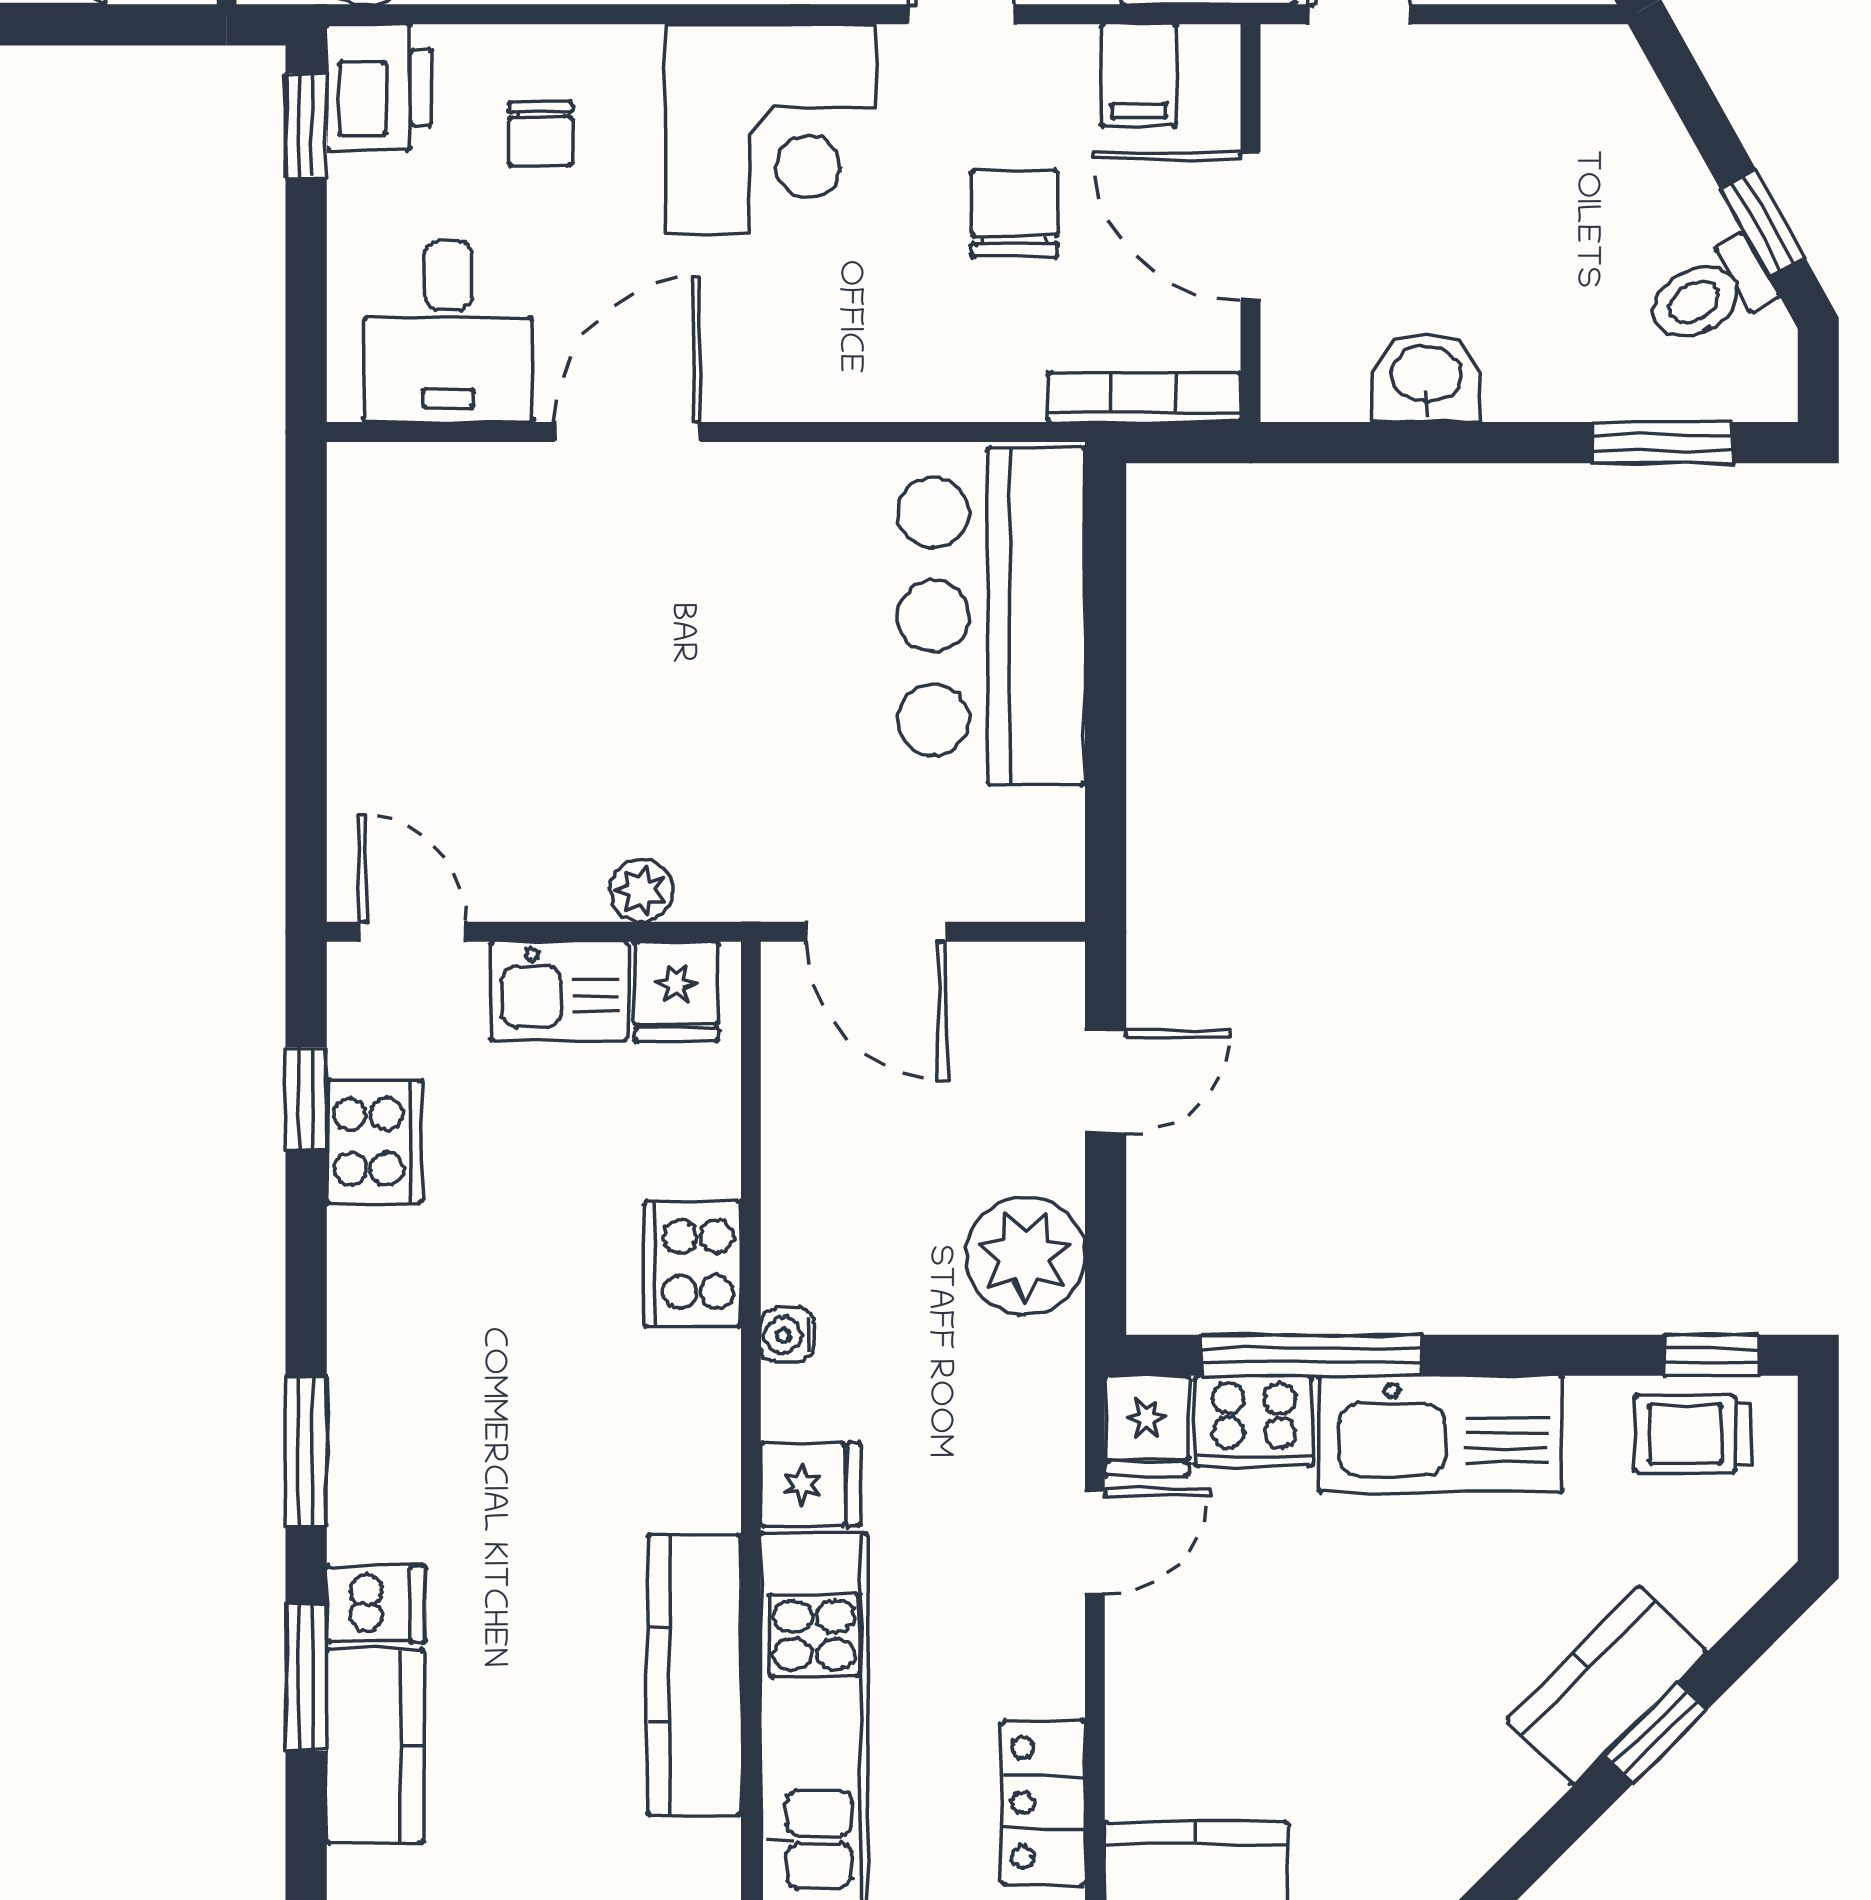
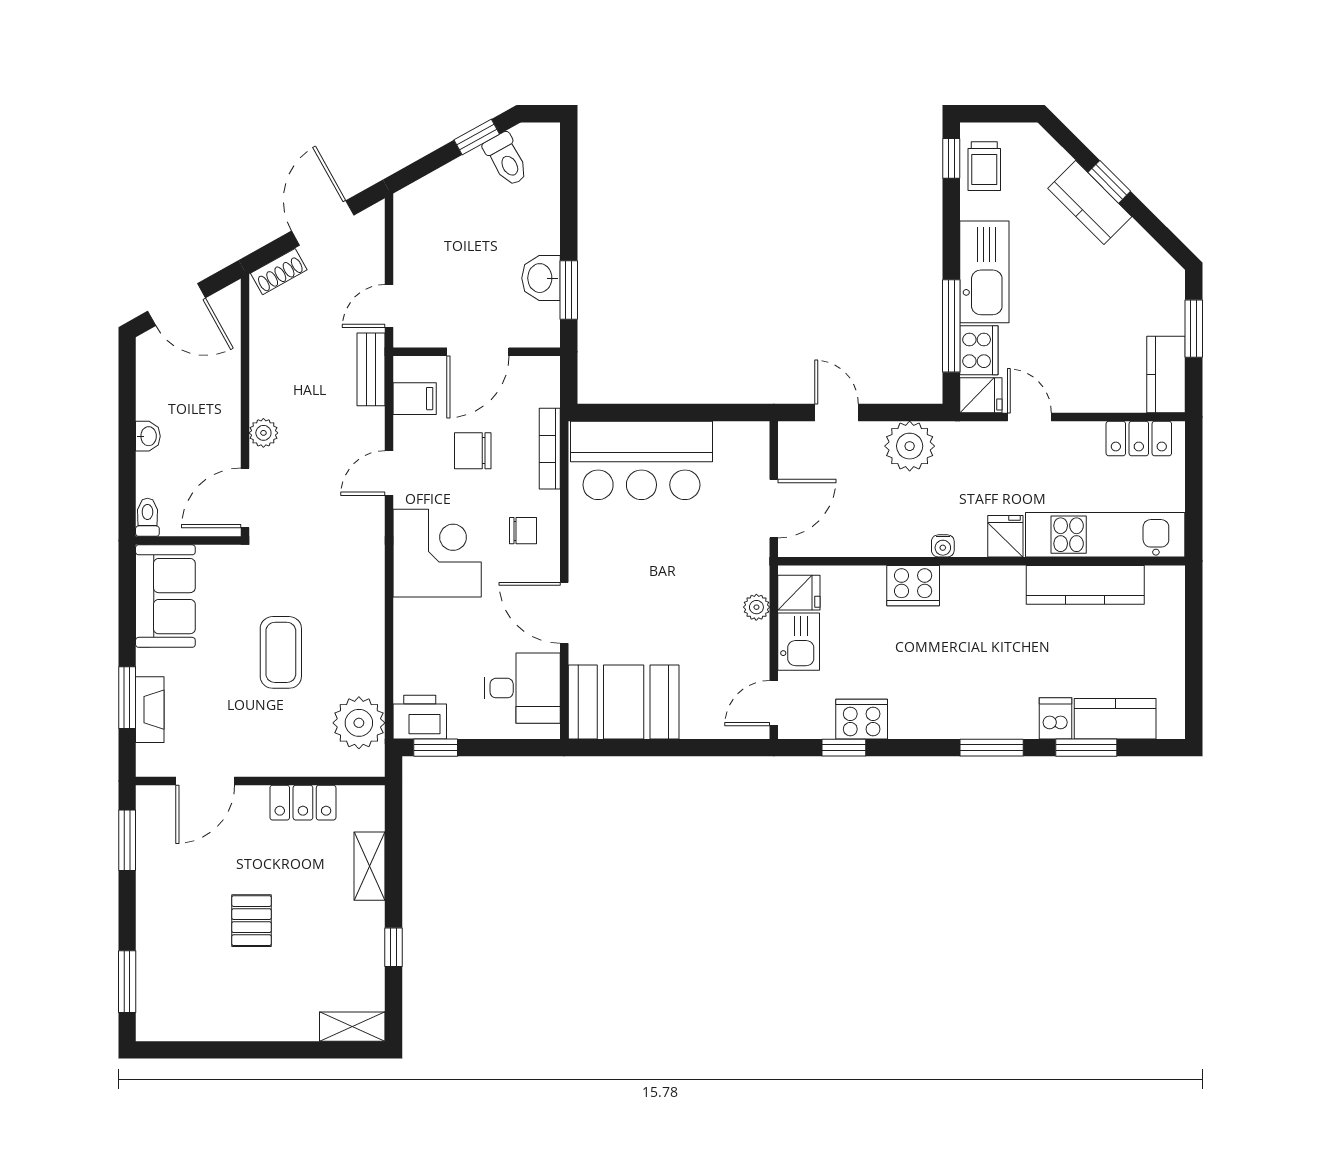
chair: (540, 134) -> (523, 531), moved
bookcase: (1144, 397) -> (550, 449), moved
window: (1662, 443) -> (569, 290), moved
booth: (415, 574) -> (624, 702), added

